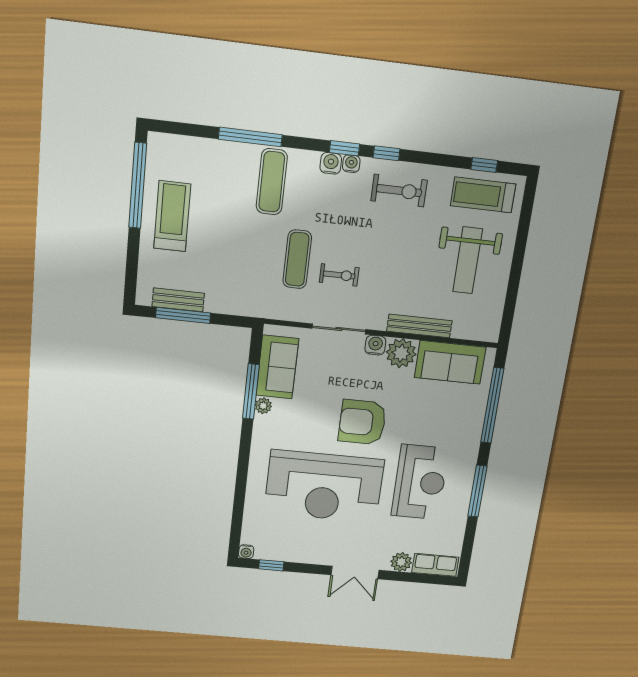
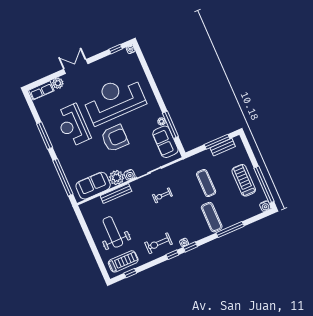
water cooler: (331, 163) -> (265, 206), moved
treadmill: (172, 216) -> (244, 180), turned 180
exercise mat: (297, 259) -> (206, 183), moved

